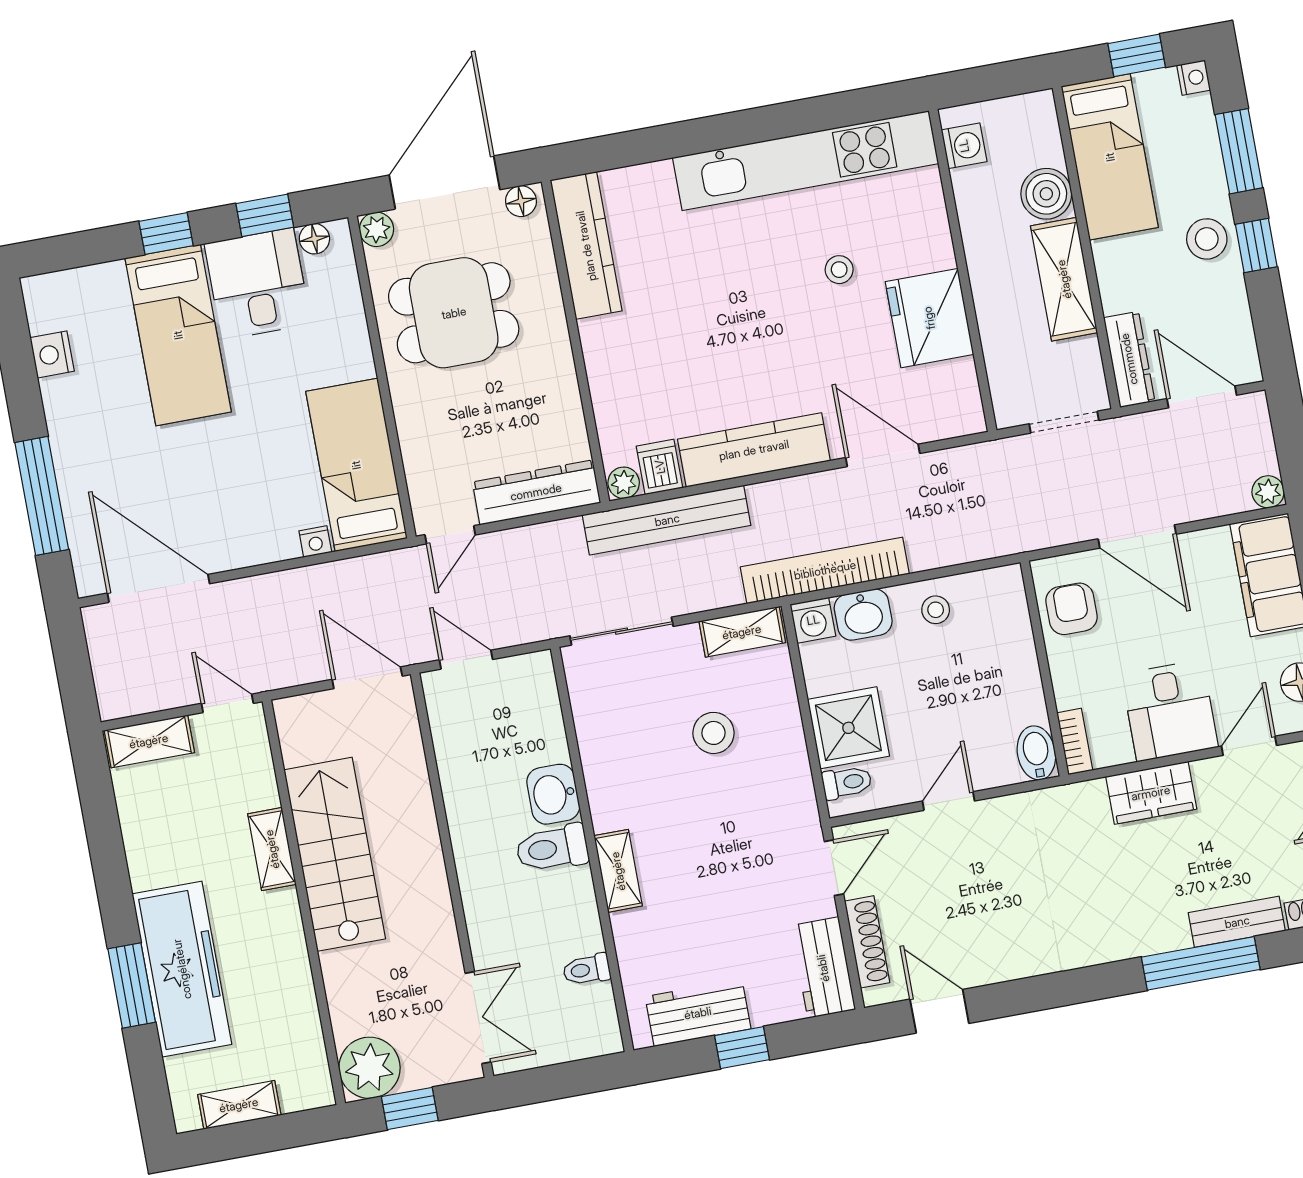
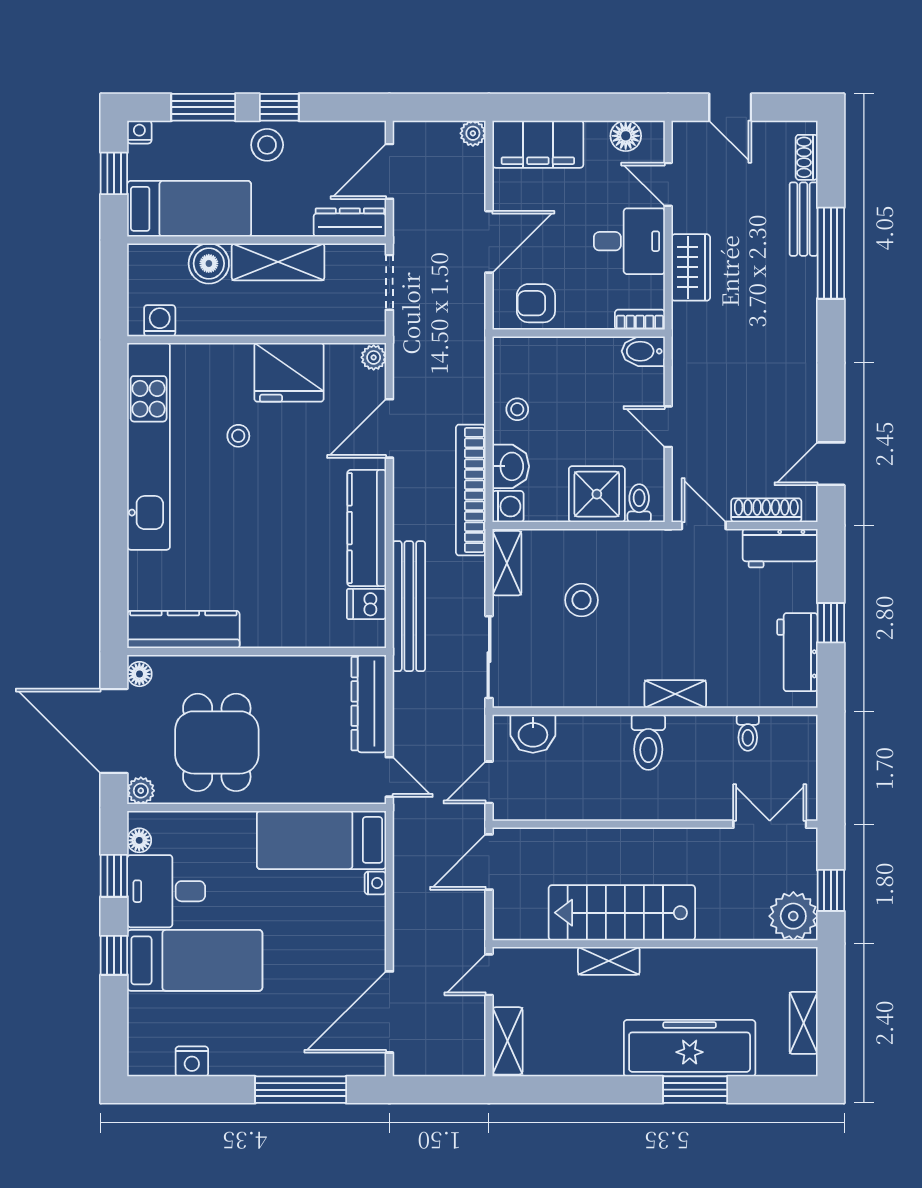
plant: (624, 483) -> (374, 357), moved
washbasin: (553, 794) -> (533, 734), moved

